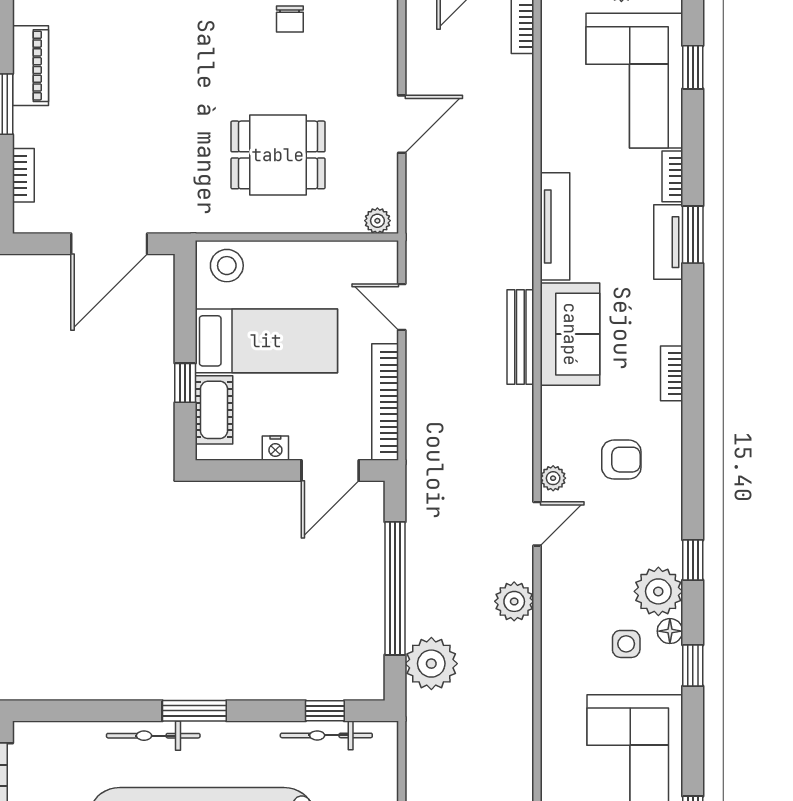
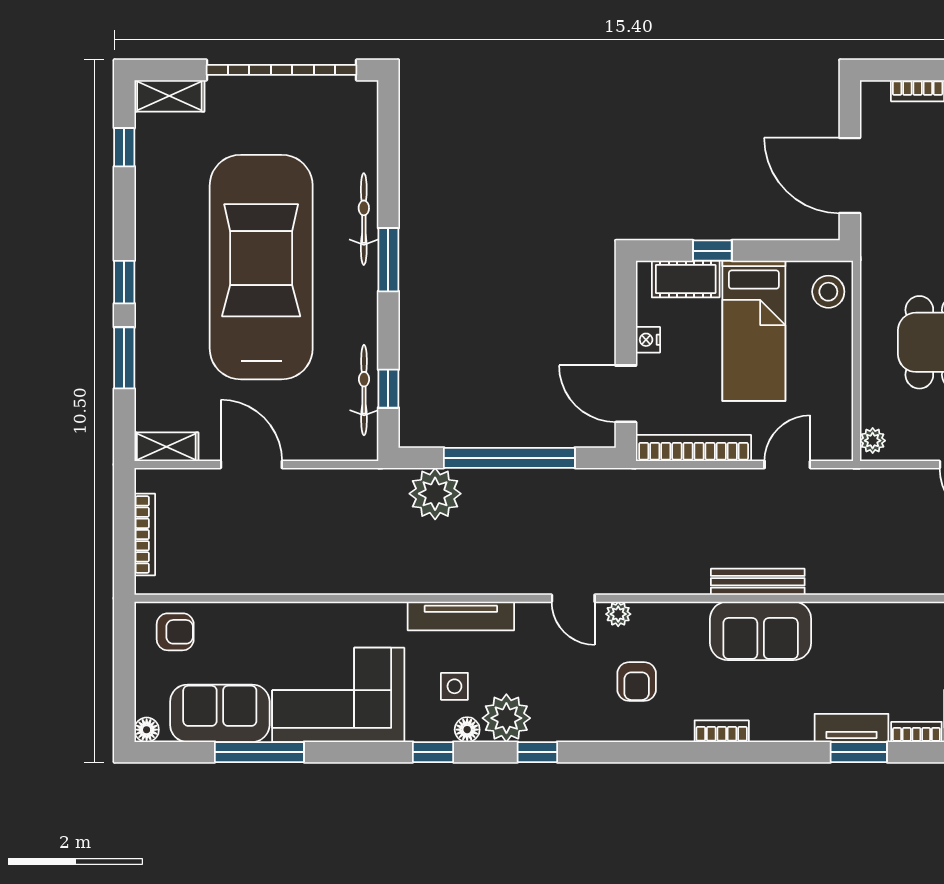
tv unit: (555, 226) -> (461, 616), moved
plant: (514, 601) -> (496, 576), removed

